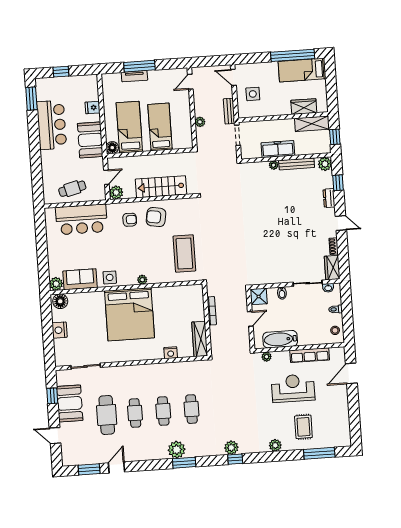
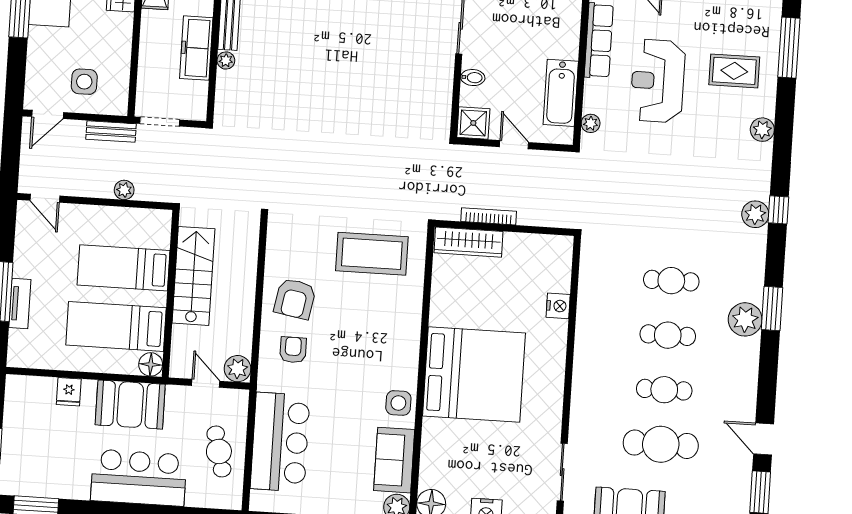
bar counter: (52, 125) -> (139, 478), moved
stairs: (161, 187) -> (194, 276), moved, turned 180
plant: (142, 280) -> (411, 341), removed
wardrobe: (200, 339) -> (469, 242), moved

